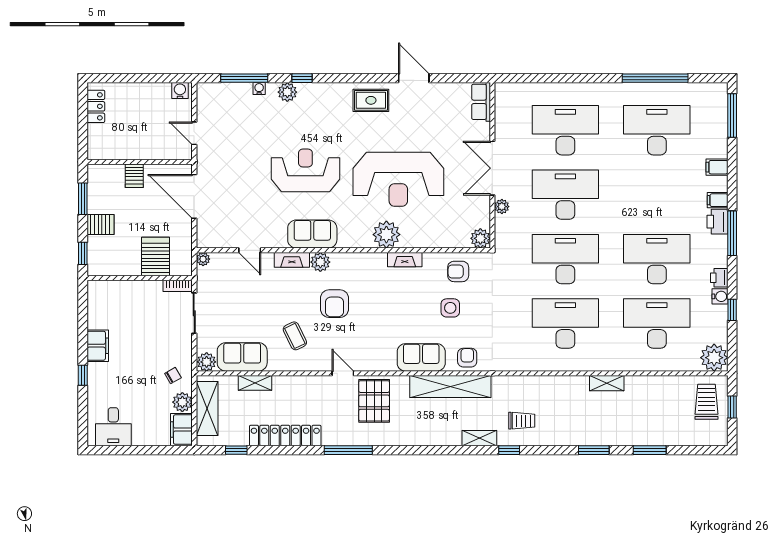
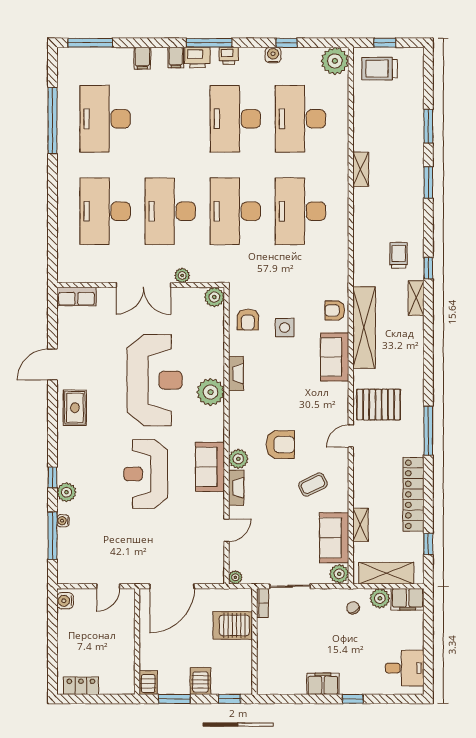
server rack: (134, 176) -> (148, 683), moved, turned -90
printer: (719, 278) -> (229, 56), moved

